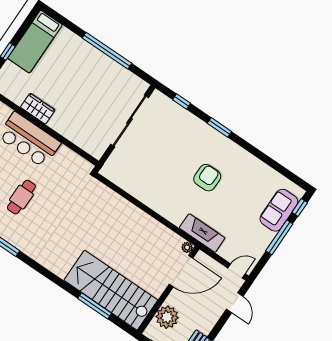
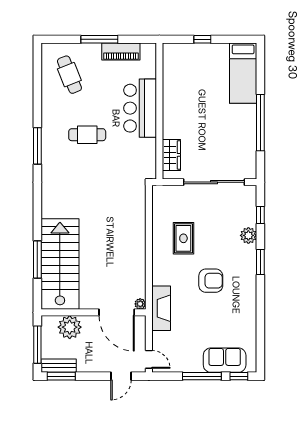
bed: (35, 42) -> (243, 73), moved, turned -90
wardrobe: (38, 109) -> (171, 155), moved
plant: (191, 122) -> (248, 235), added
rug: (158, 176) -> (183, 238), added

